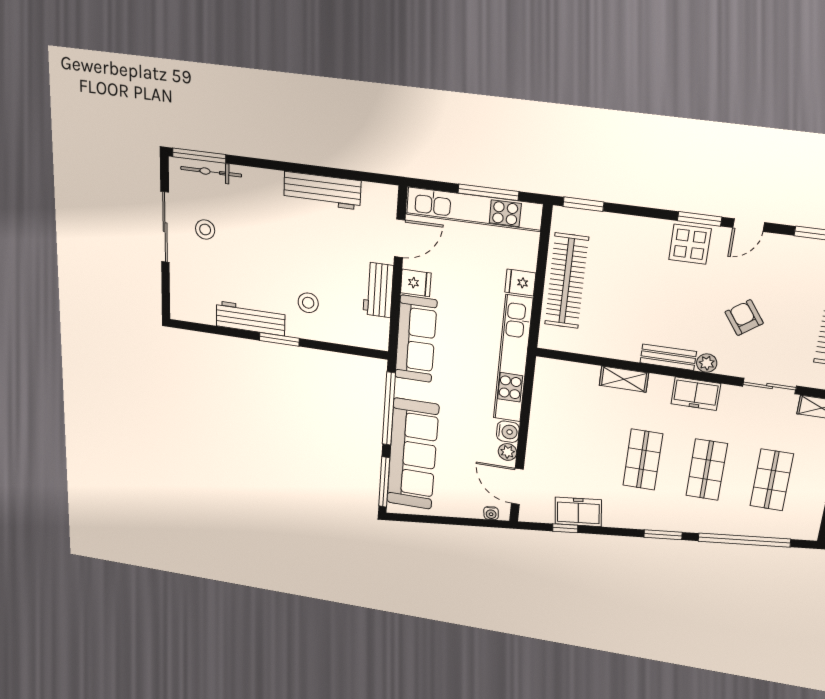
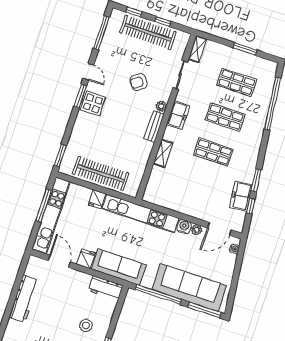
workbench: (378, 290) -> (106, 288), moved
window: (663, 535) -> (256, 180), moved

